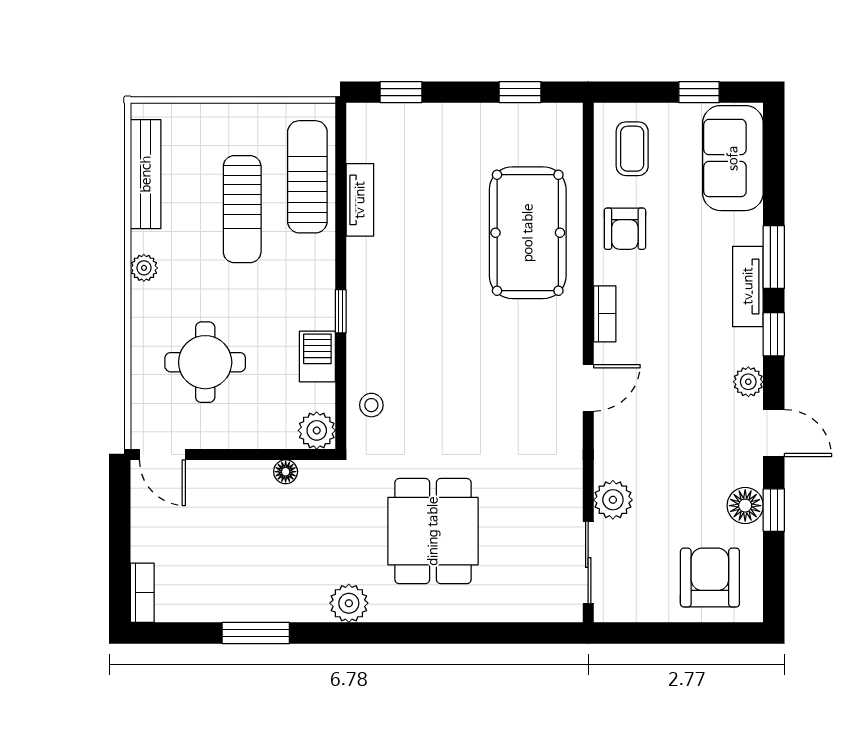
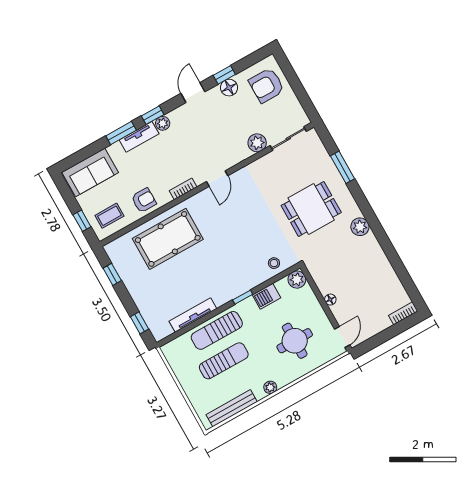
window: (699, 92) -> (82, 221), moved
sun lounger: (307, 177) -> (217, 330), moved
tv unit: (360, 200) -> (193, 315), width x1.41
plant: (748, 382) -> (163, 123), moved
door: (588, 388) -> (217, 179), swing flipped
floor lamp: (286, 472) -> (330, 300), moved
window: (256, 633) -> (342, 167), moved

